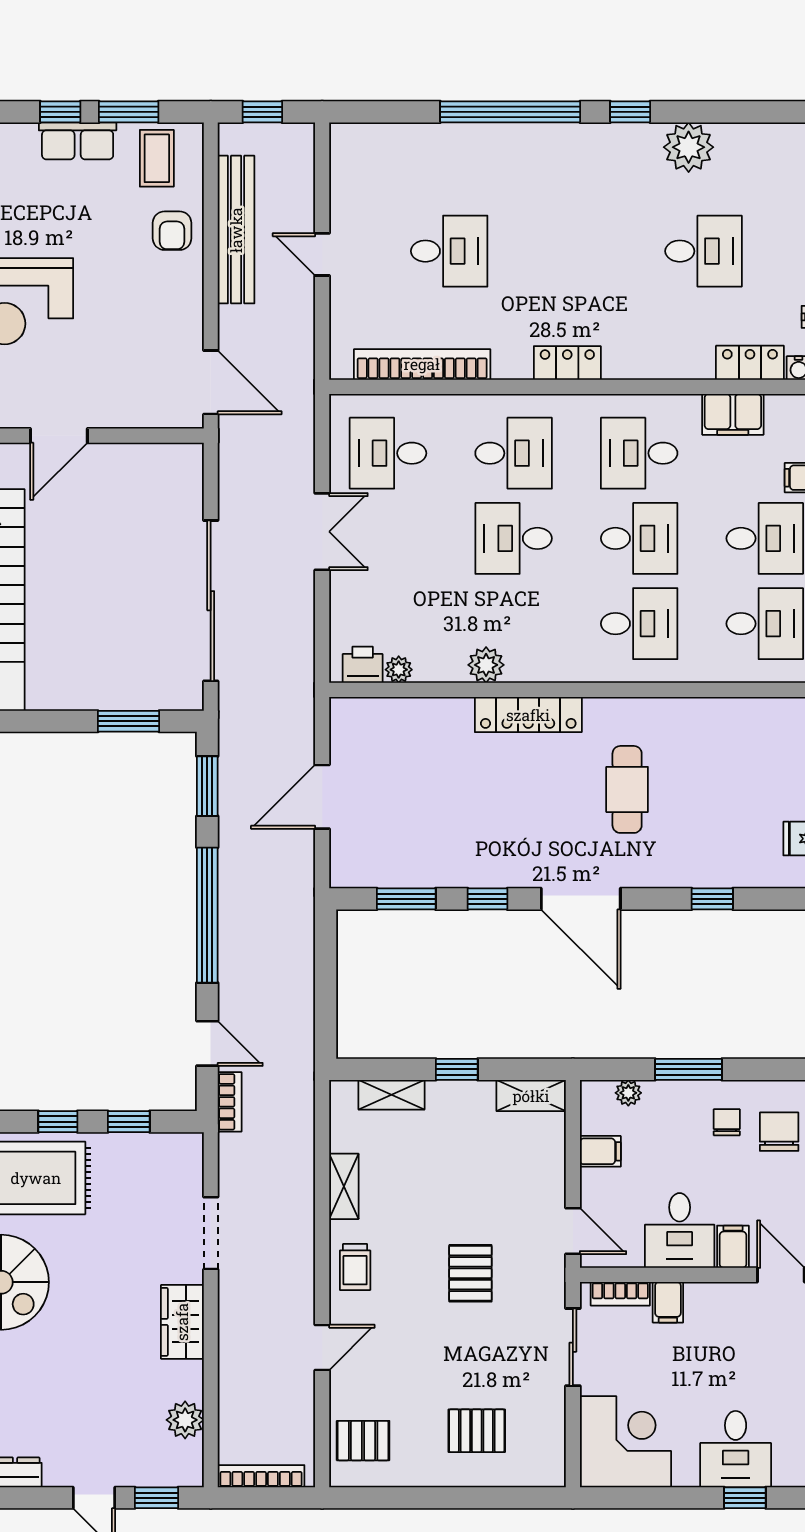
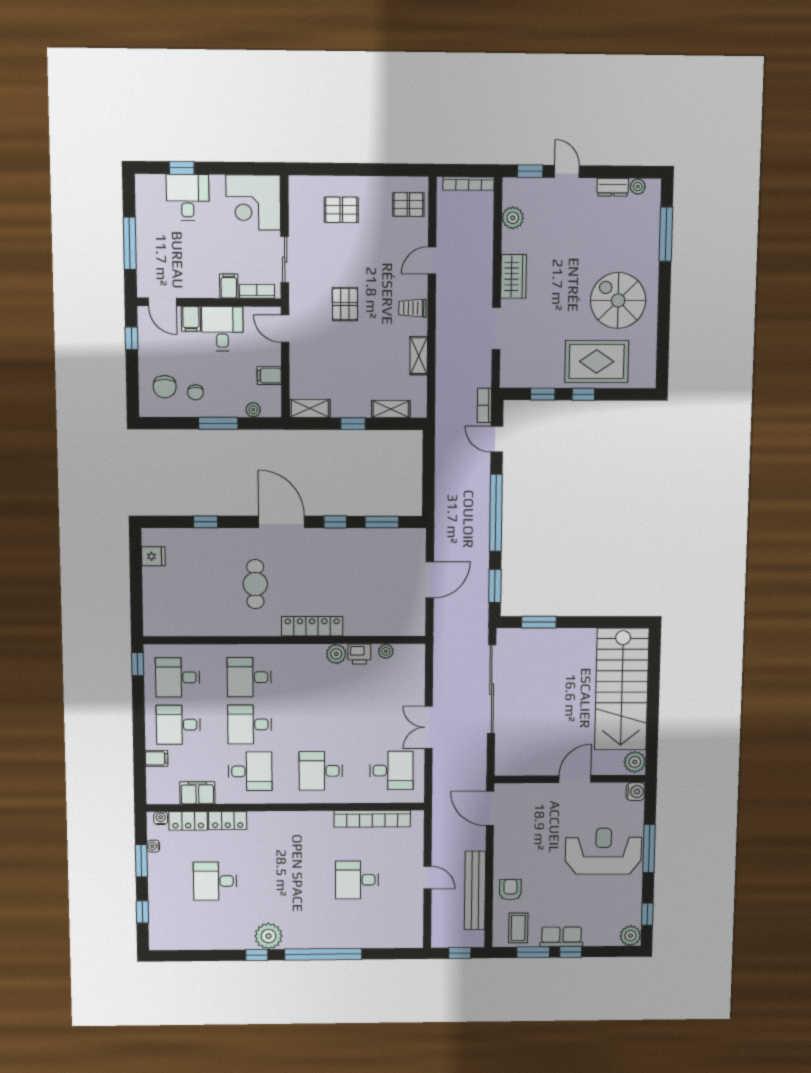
plant: (689, 147) -> (268, 936), moved
locker: (567, 363) -> (228, 821), moved
desk: (514, 538) -> (321, 724), removed
printer: (363, 665) -> (359, 654), moved
trolley: (355, 1267) -> (412, 308), turned -90

